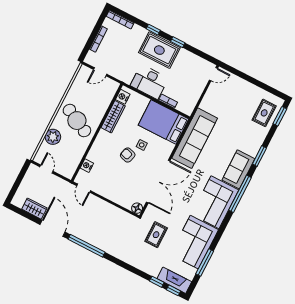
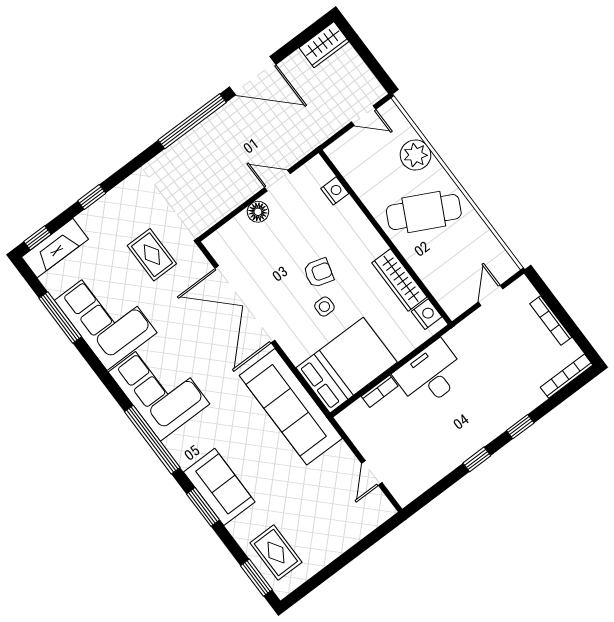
rug: (159, 50) -> (478, 420), removed
door: (213, 74) -> (372, 473), moved
sofa: (238, 169) -> (219, 487), moved
door: (84, 188) -> (277, 181), moved
floor lamp: (137, 208) -> (258, 212), moved
wardrobe: (34, 209) -> (324, 45), moved
window: (157, 282) -> (92, 197), moved

